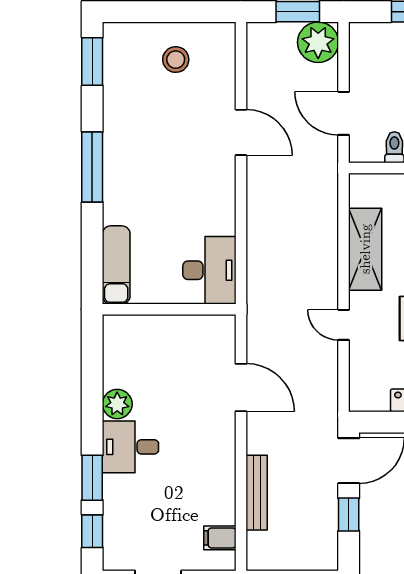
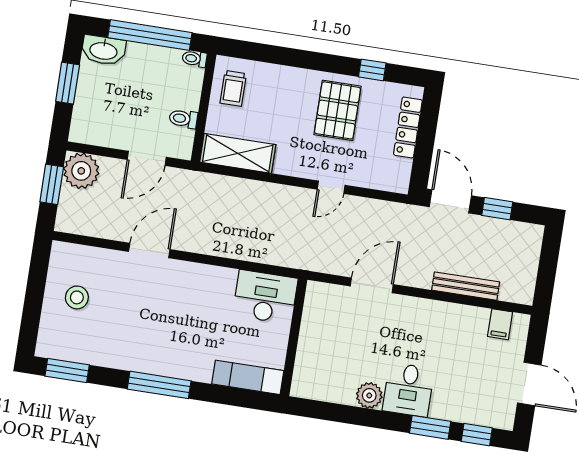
shelving: (365, 249) -> (238, 153), moved

